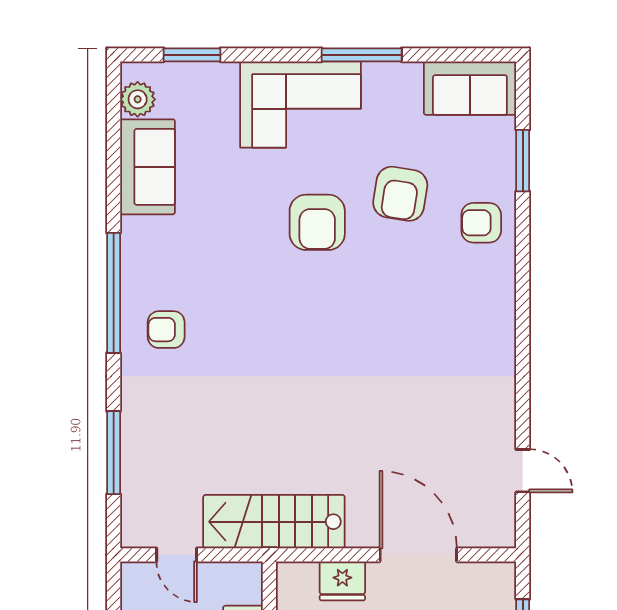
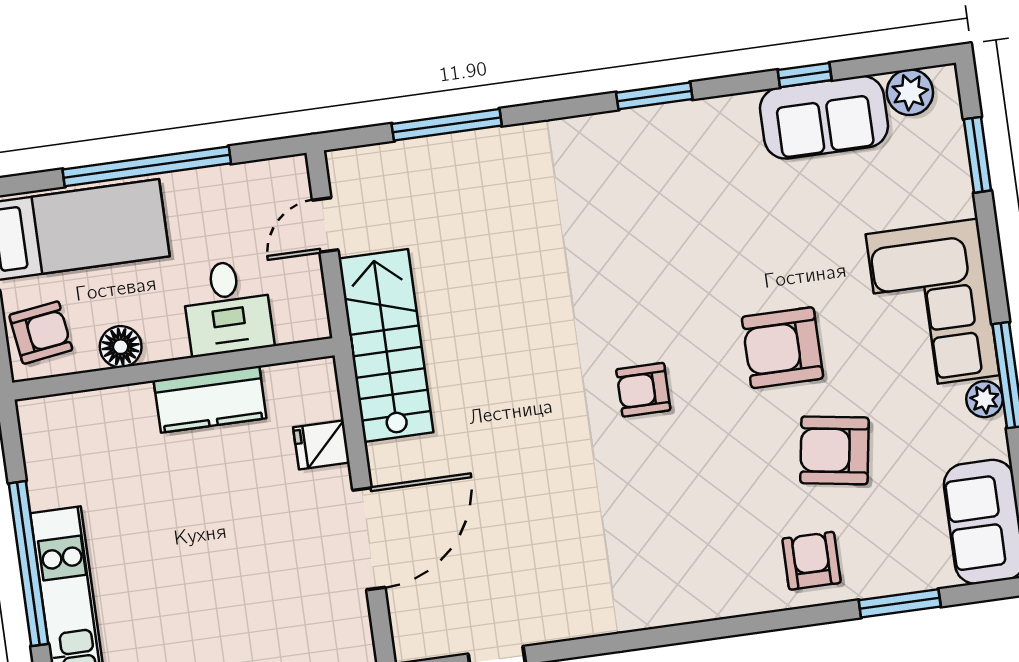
plant: (377, 75) -> (984, 399), added
window: (114, 177) -> (805, 75), added
window: (114, 293) -> (654, 96), width x0.47
armchair: (166, 330) -> (643, 390), moved, turned -90
fridge: (342, 581) -> (321, 445), width x0.72

